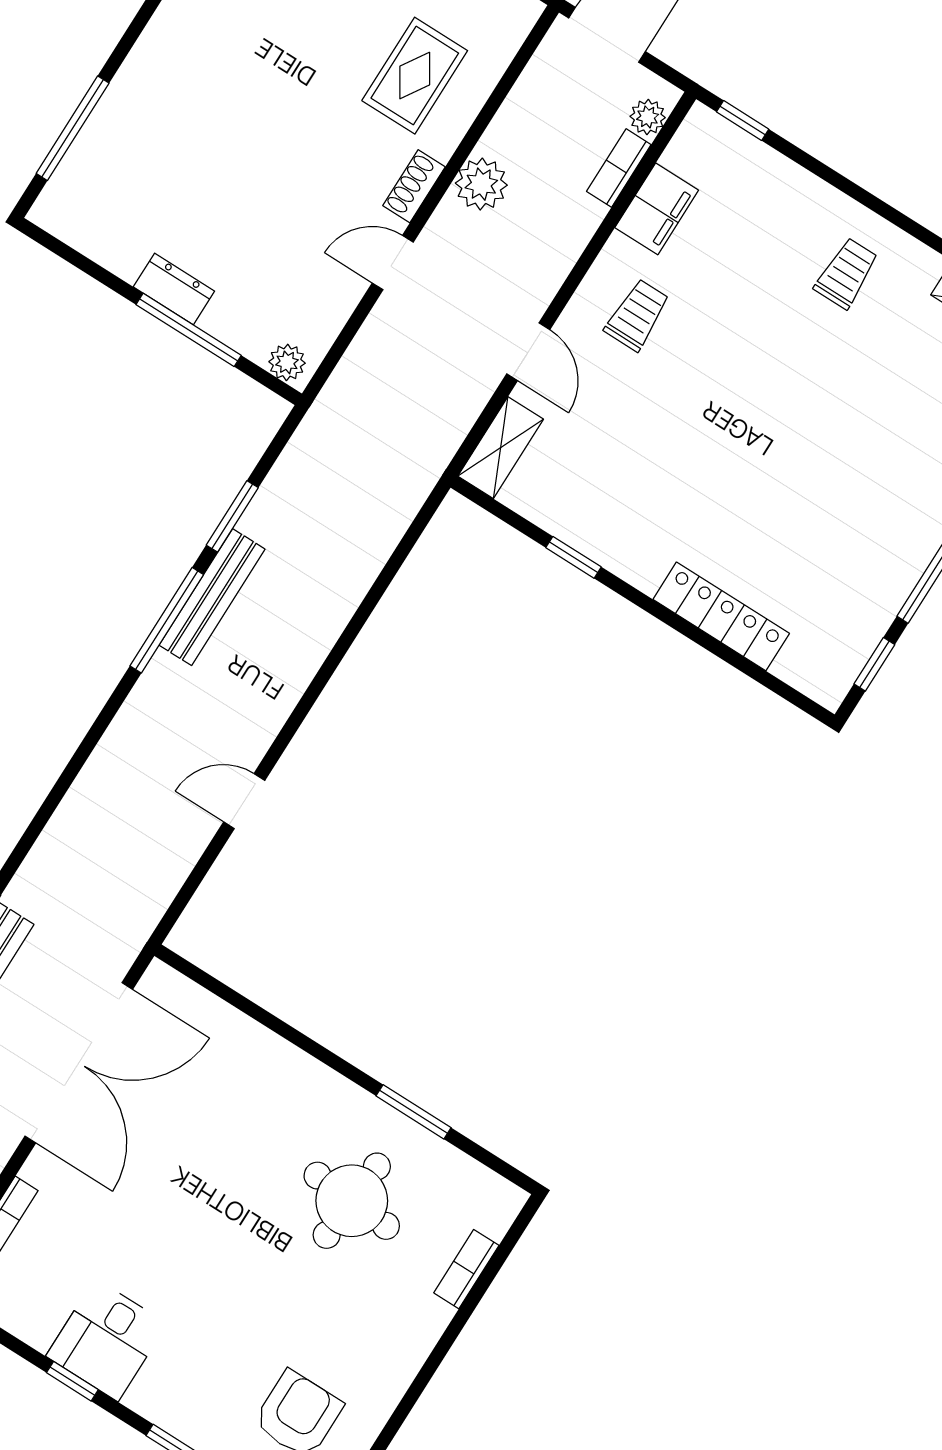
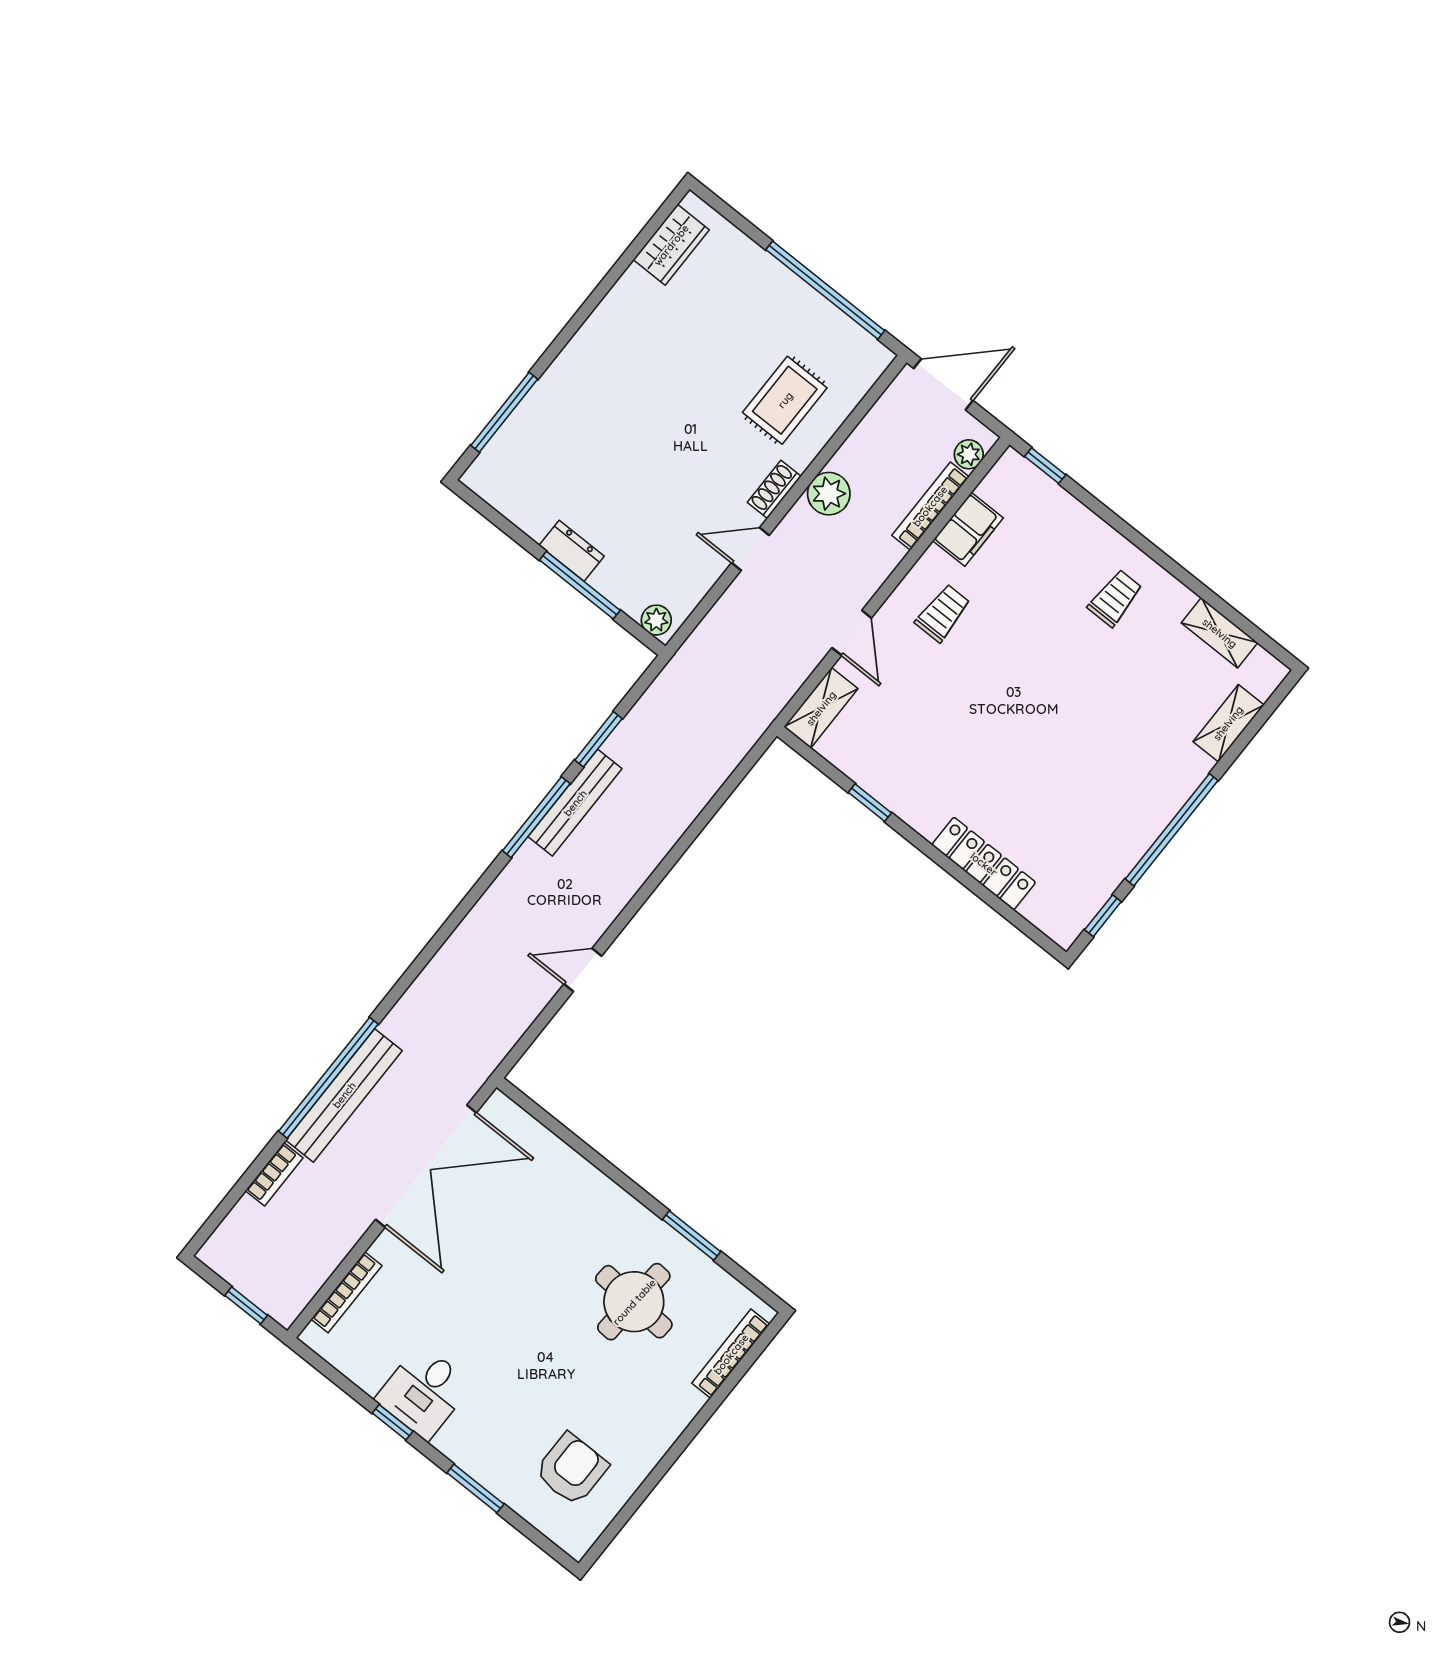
bookcase: (619, 168) -> (930, 506), width x1.56
bookcase: (466, 1269) -> (731, 1354), width x1.56

